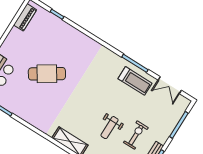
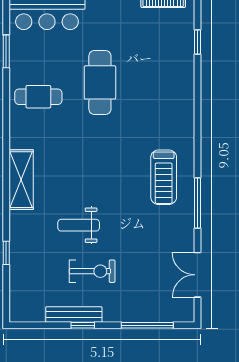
cafe table: (47, 74) -> (100, 82), turned 33
treadmill: (135, 81) -> (164, 177), moved
cafe table: (35, 108) -> (38, 97), added

